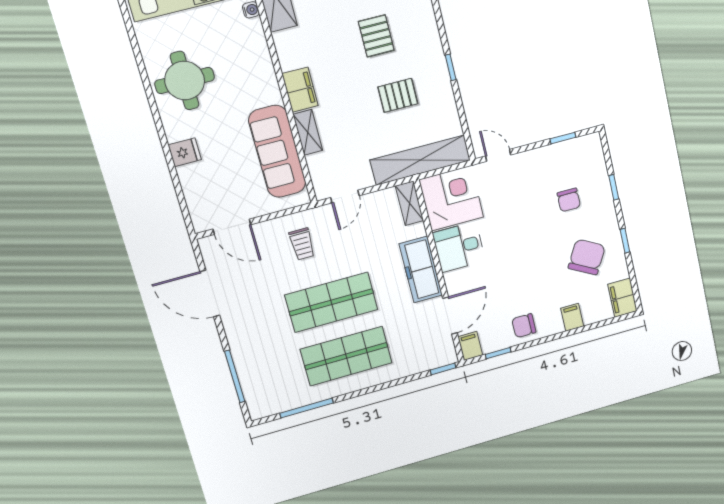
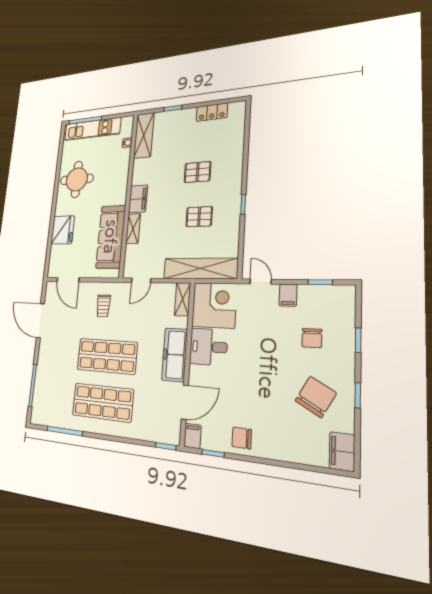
pallet: (376, 36) -> (198, 172), turned 90
fridge: (185, 152) -> (63, 230), width x1.88, depth x1.34
filing cabinet: (572, 317) -> (288, 295), moved, turned 180

